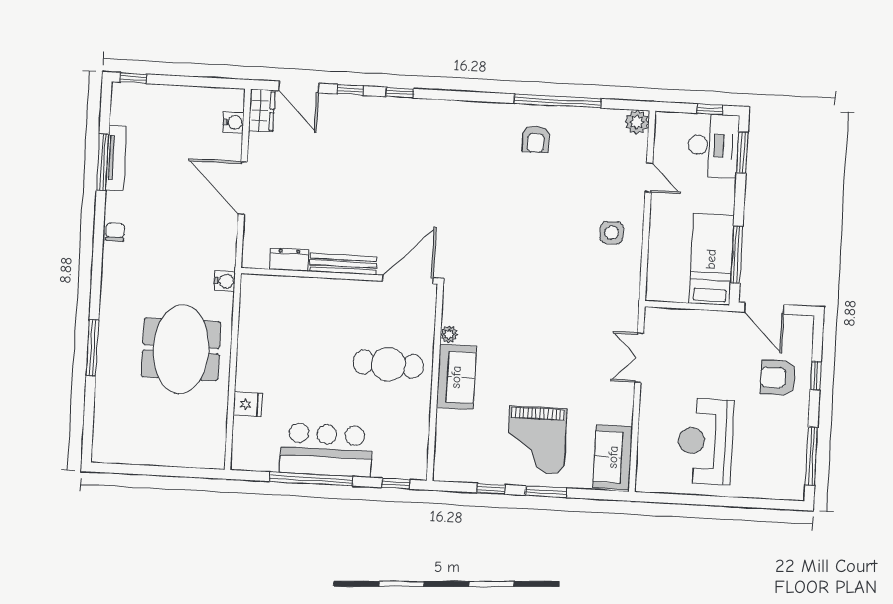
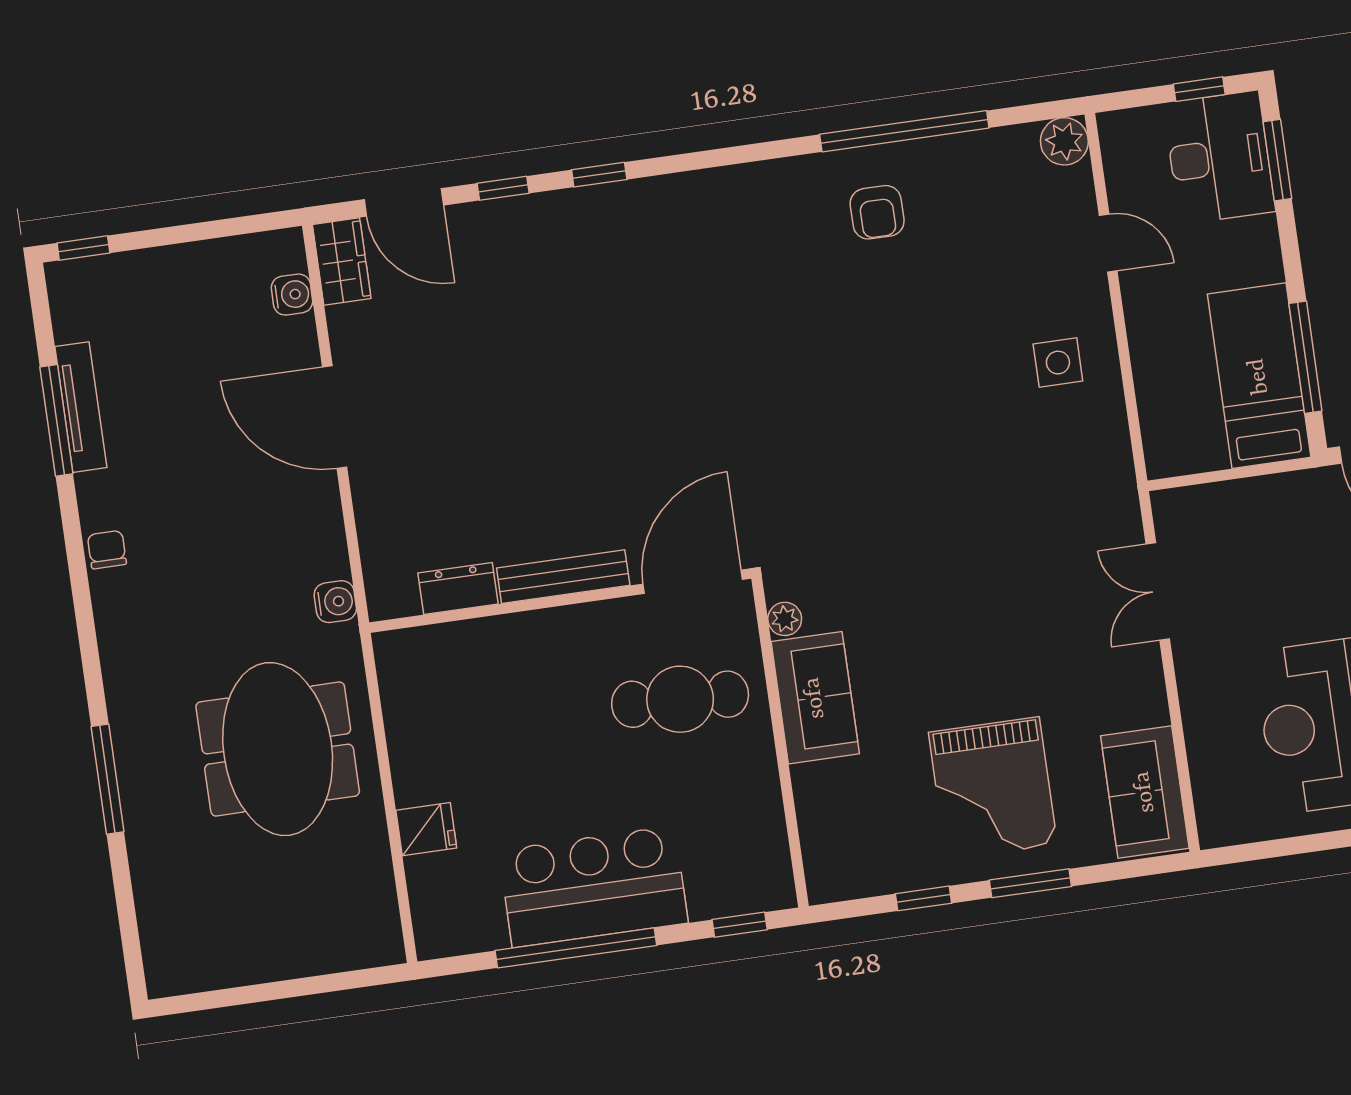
dresser: (289, 260) -> (458, 589), moved
bench: (343, 264) -> (563, 577), moved
wall: (339, 276) -> (560, 601), moved
door: (408, 280) -> (693, 582), moved

